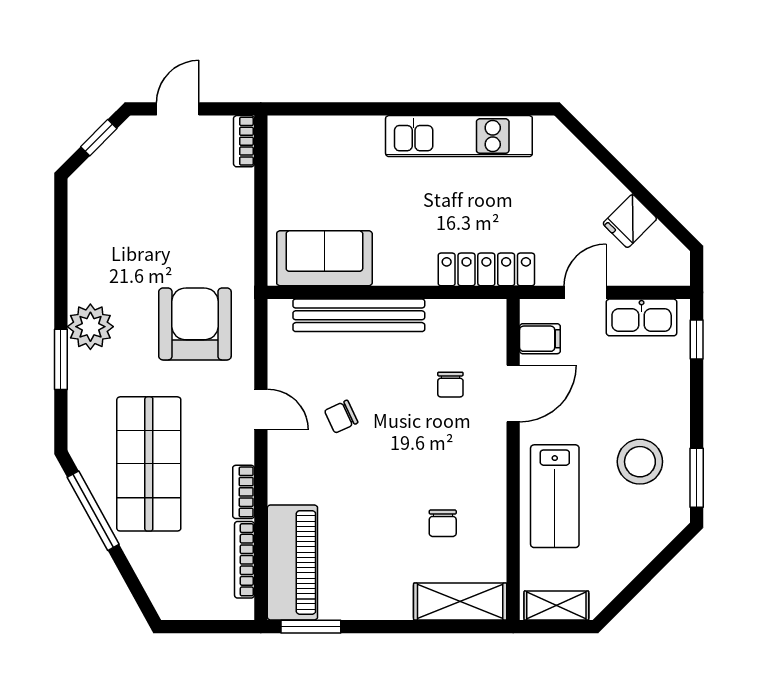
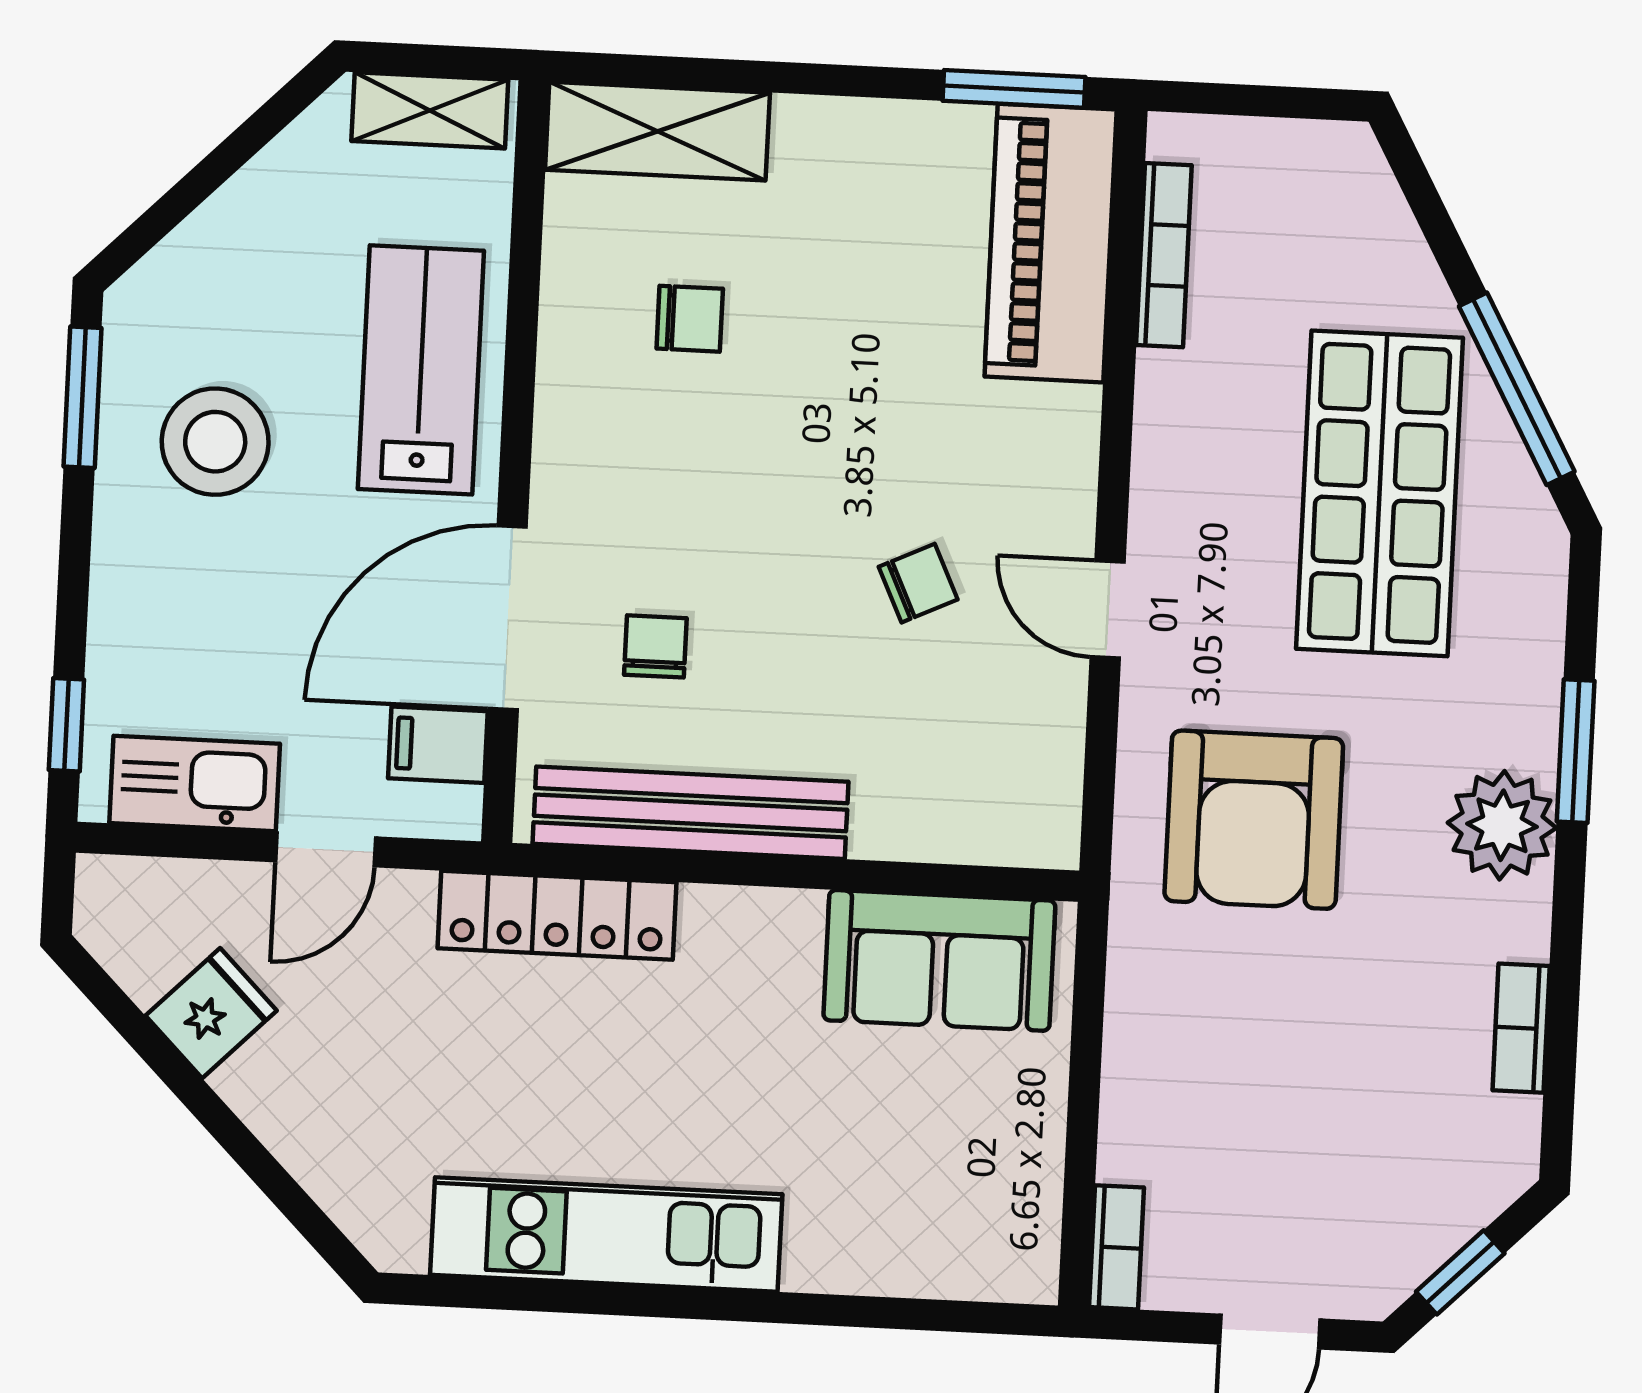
bench: (359, 315) -> (691, 813), moved
door: (513, 394) -> (508, 618), width x1.36
bookcase: (244, 492) -> (1521, 1028), moved, turned 180
chair: (443, 523) -> (690, 319), turned 90

